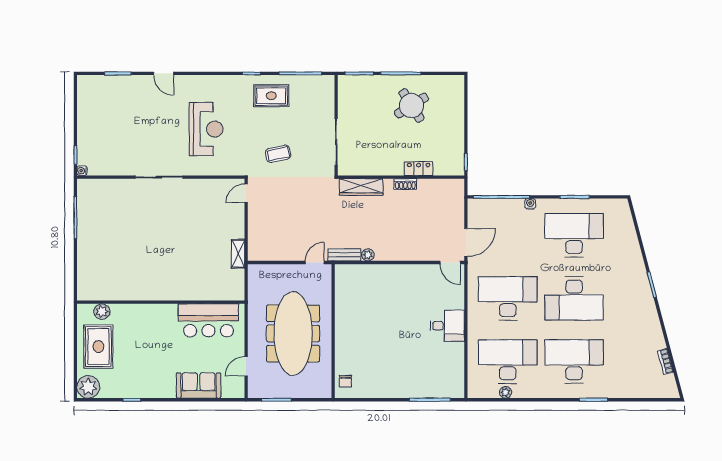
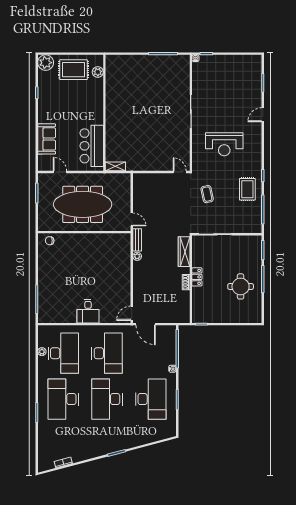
round table: (412, 106) -> (241, 286), turned 32
locker: (419, 169) -> (197, 277), moved
shelving: (238, 254) -> (115, 166), moved
desk: (574, 361) -> (63, 399), turned 180

